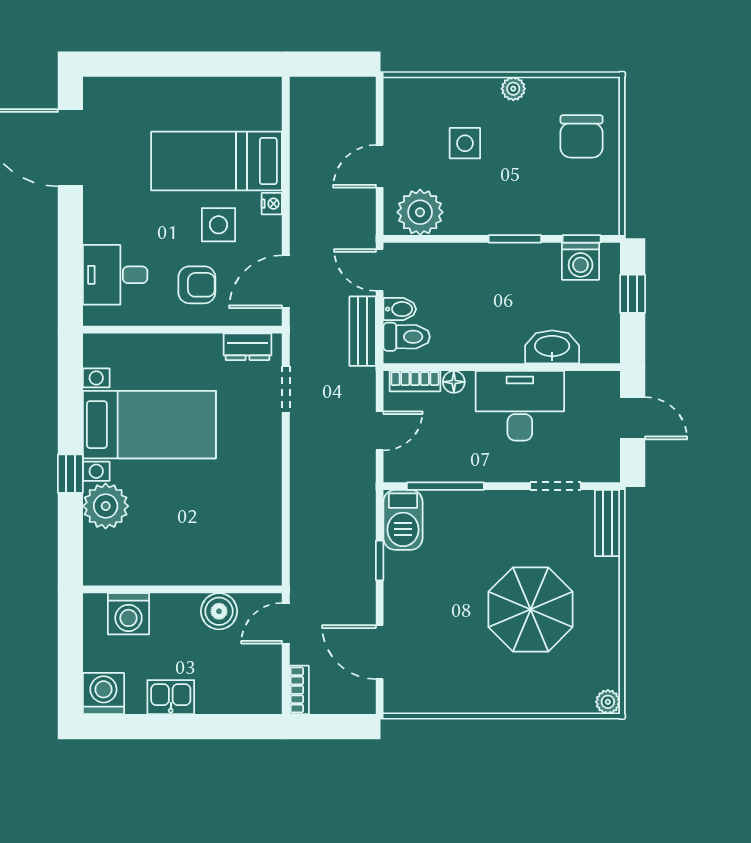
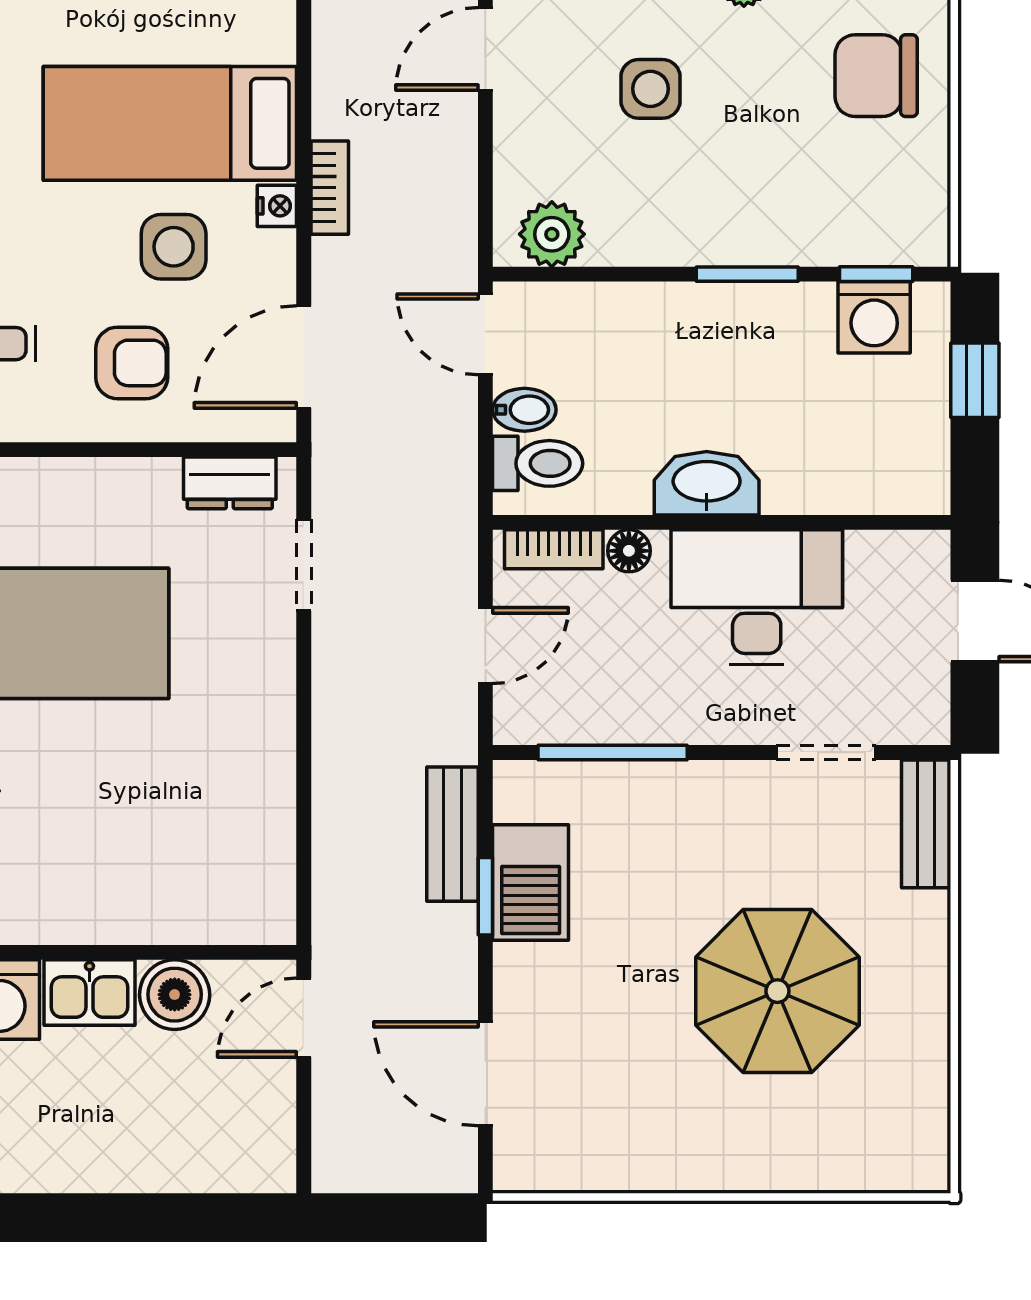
chair: (582, 136) -> (876, 76), turned 90
door: (380, 166) -> (485, 49), moved
plant: (420, 212) -> (552, 234), width x0.73, depth x0.73
bench: (363, 331) -> (453, 834), moved
washbasin: (552, 347) -> (707, 483), moved
barbecue: (403, 520) -> (531, 883), moved
bookcase: (299, 690) -> (330, 188), moved
kitchen sink: (171, 697) -> (89, 992), moved, turned 180
plant: (608, 702) -> (927, 1170), removed

